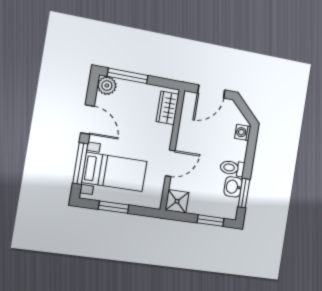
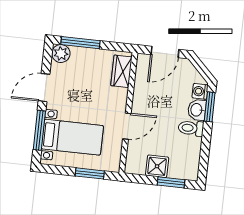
door: (87, 119) -> (44, 88), swing flipped
washbasin: (233, 187) -> (197, 110), moved
window: (244, 193) -> (210, 107), moved
shower: (177, 201) -> (157, 166), moved
window: (114, 207) -> (90, 173), moved

